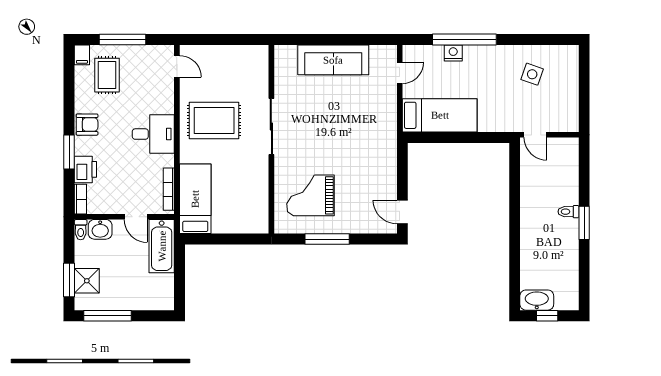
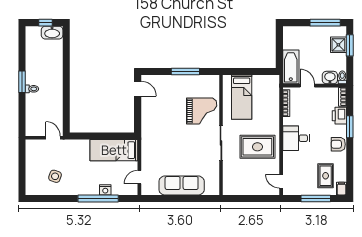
grand piano: (310, 195) -> (202, 111), moved
bed: (195, 199) -> (242, 97), moved

